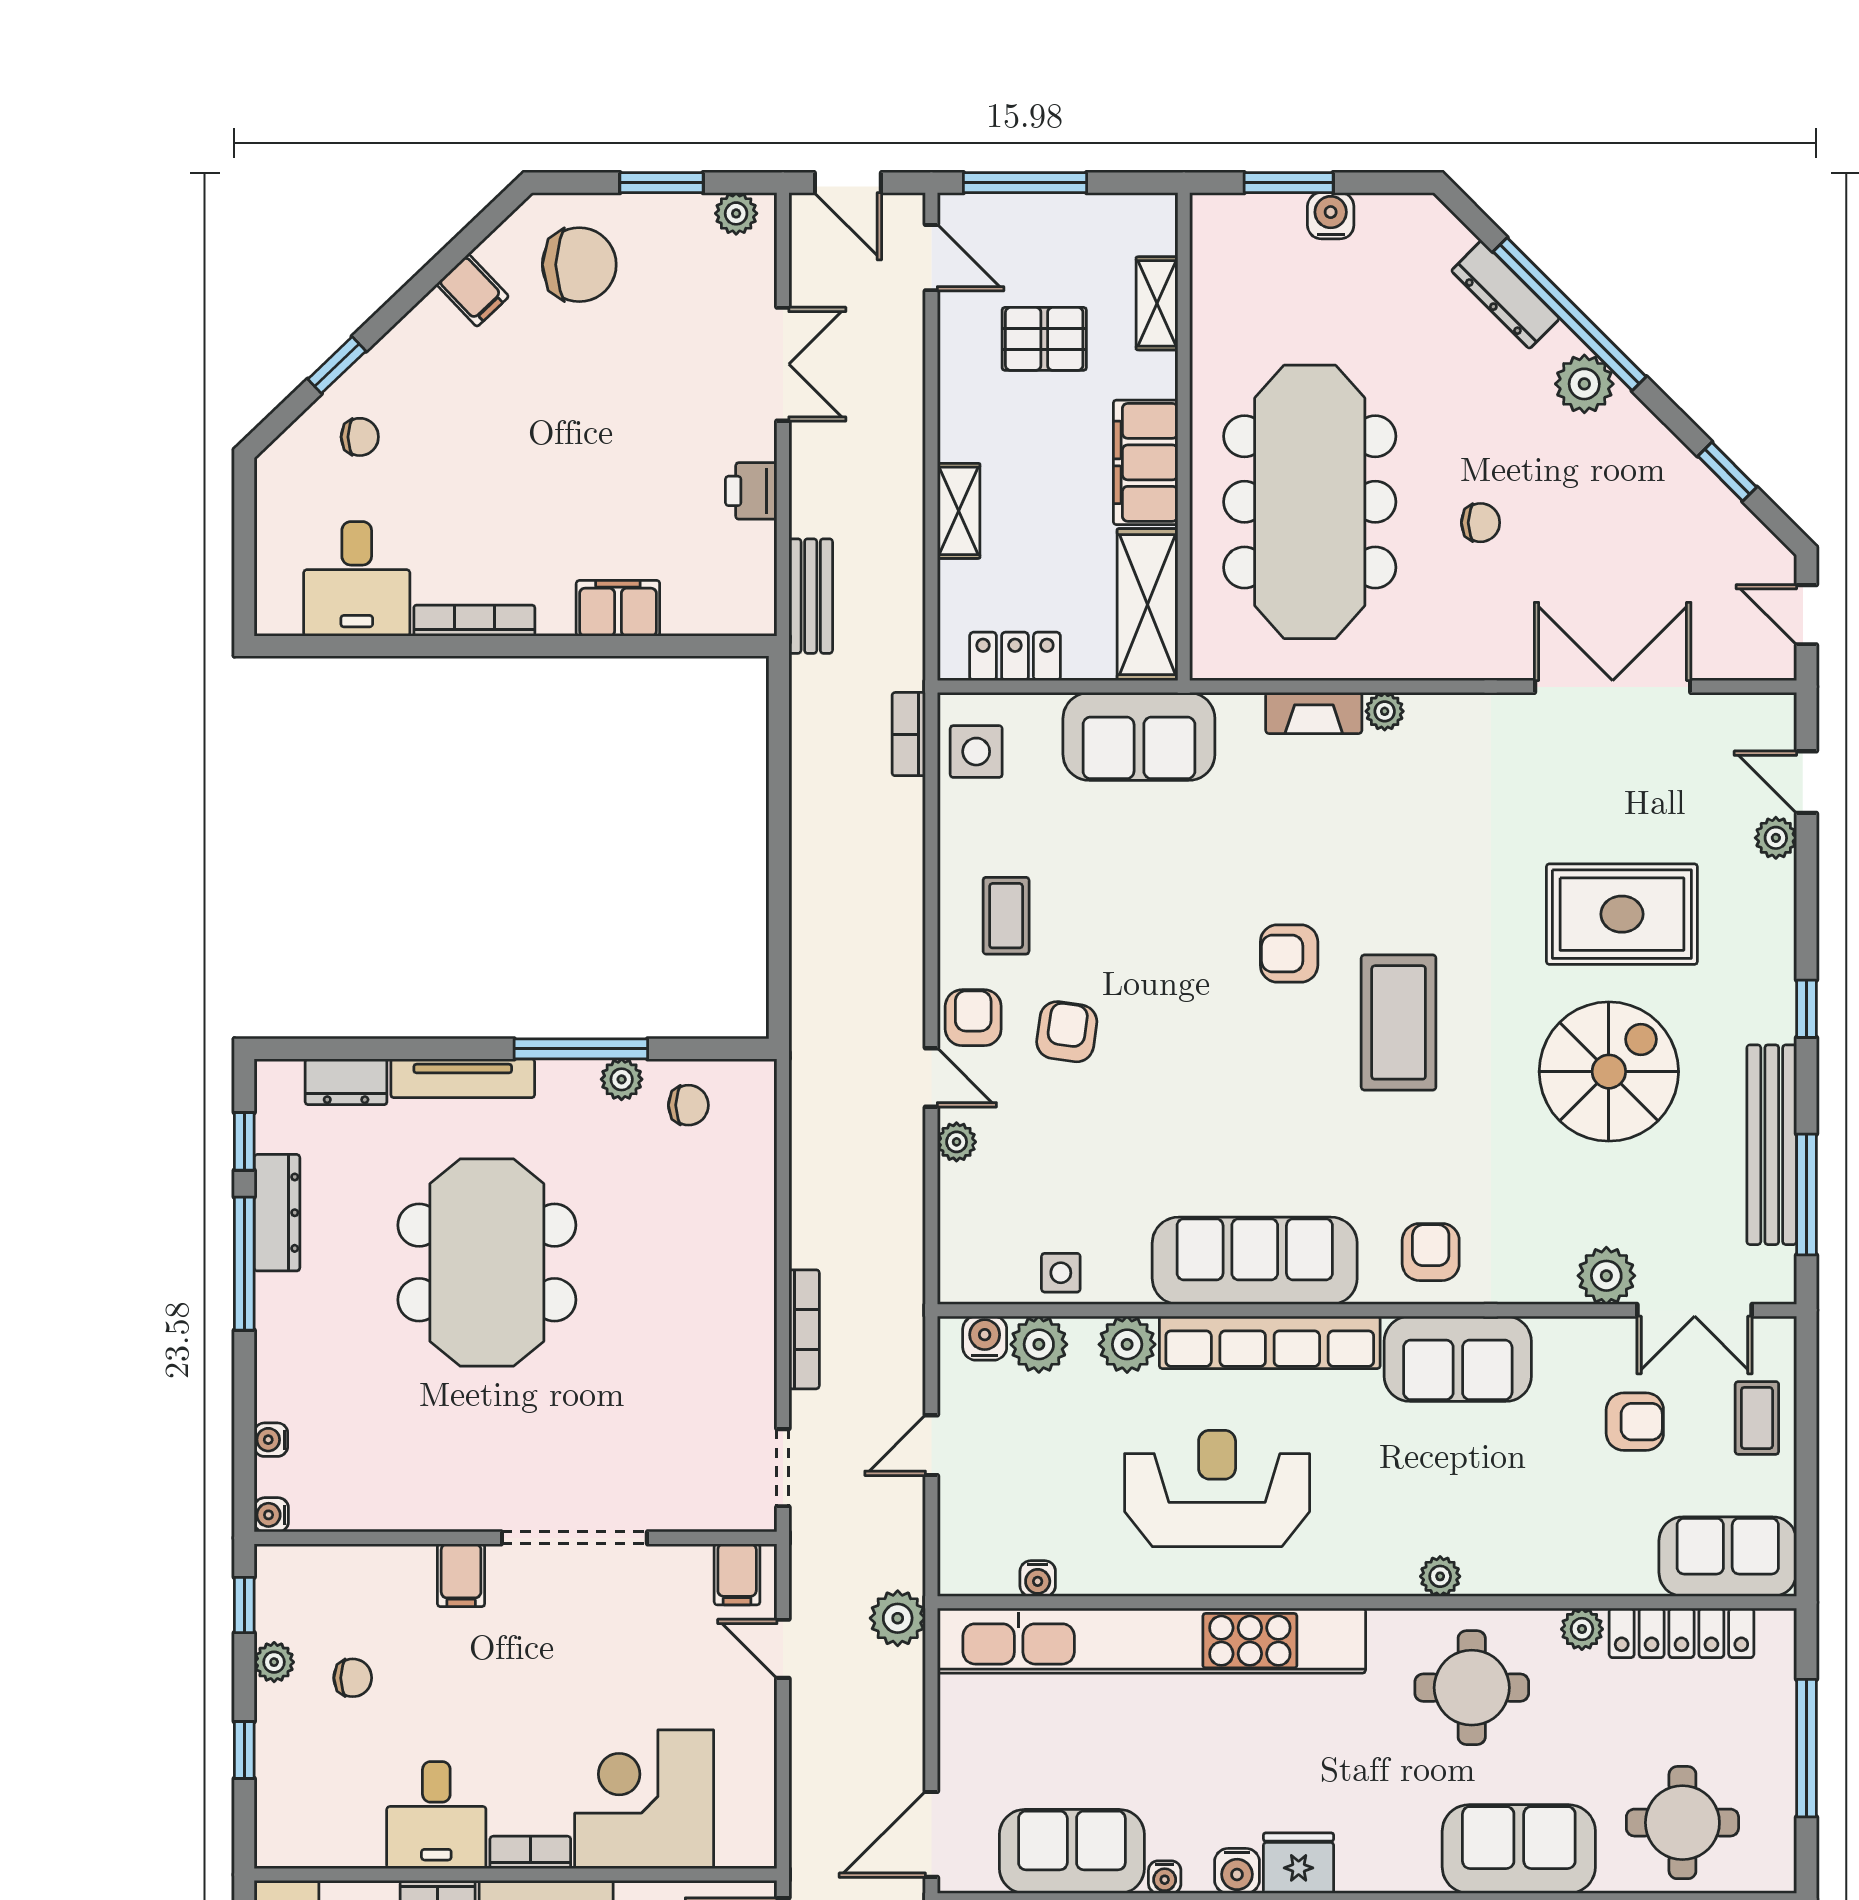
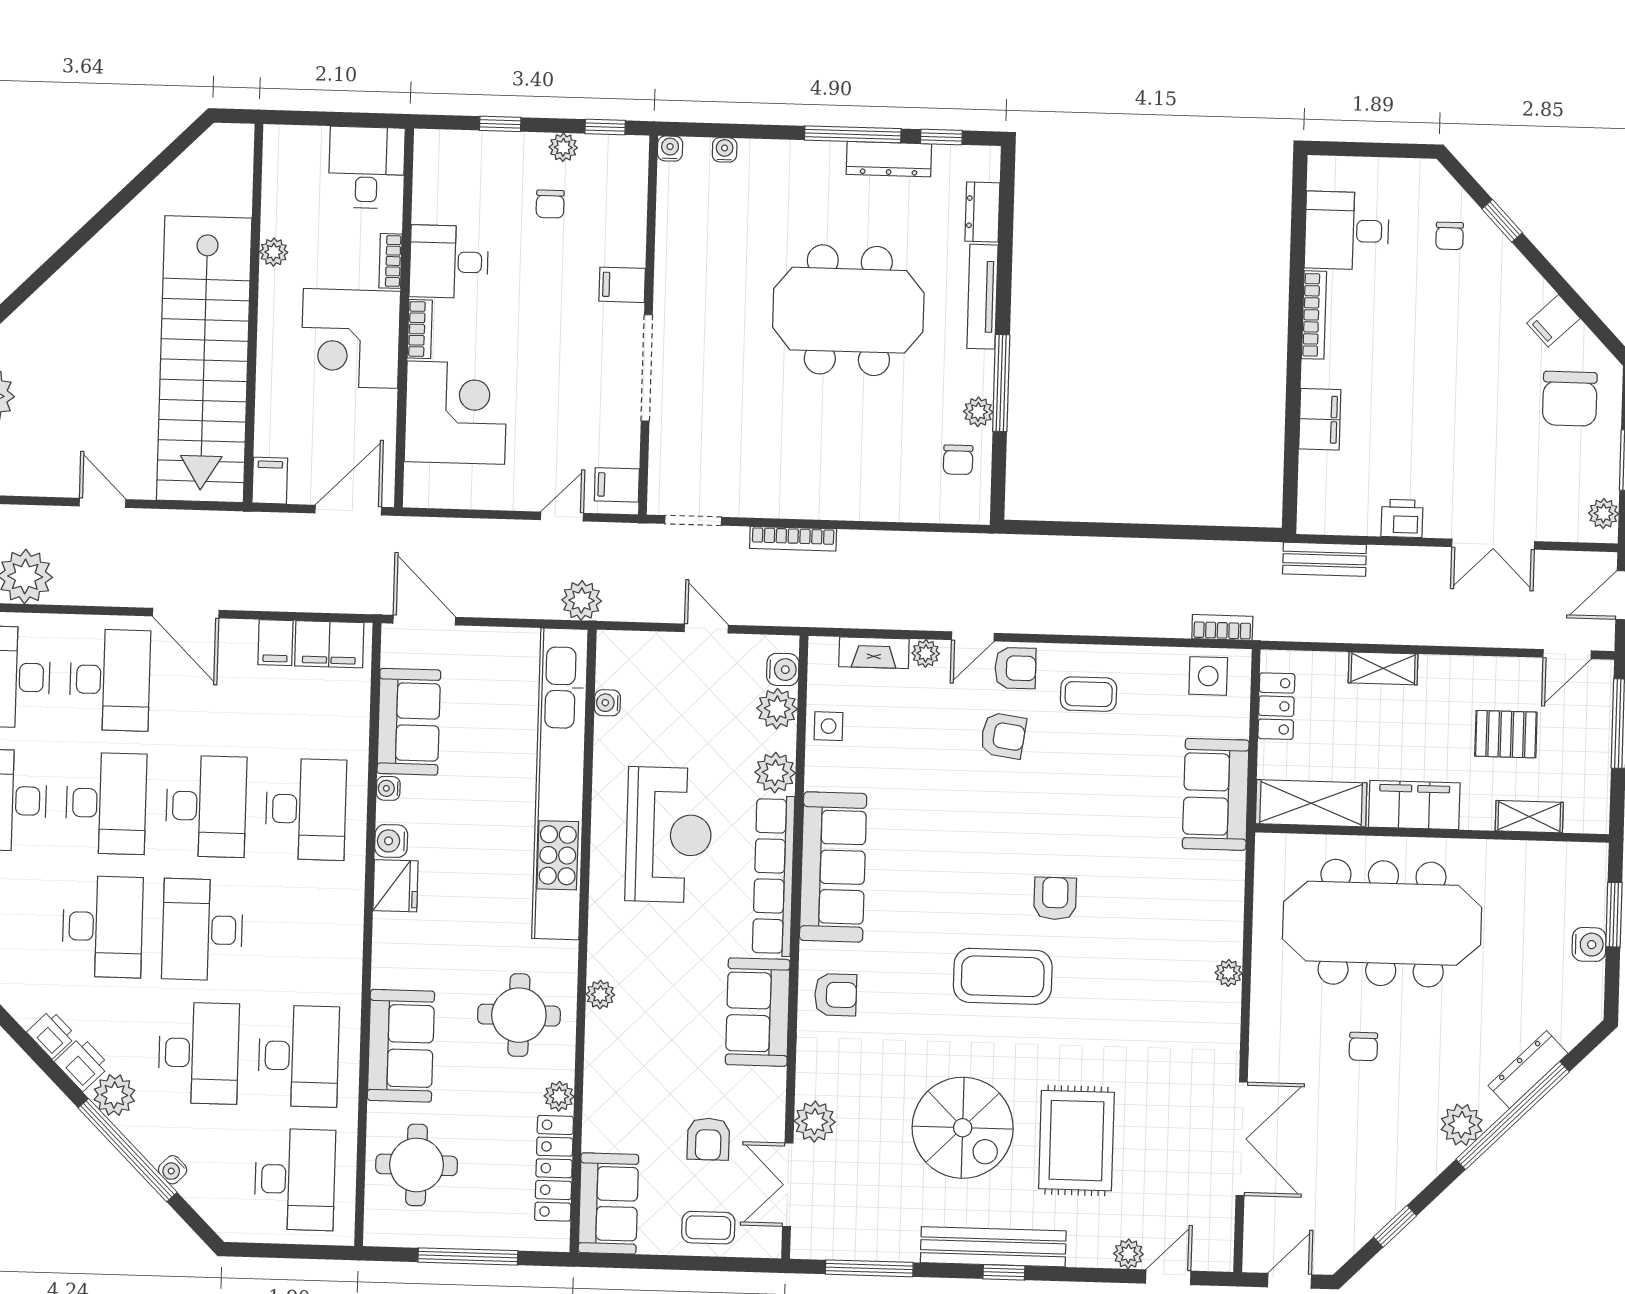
pallet: (1044, 339) -> (1506, 734), turned 90
fireplace: (1314, 713) -> (874, 653), moved, turned -90
bench: (1772, 1145) -> (993, 1247), moved

